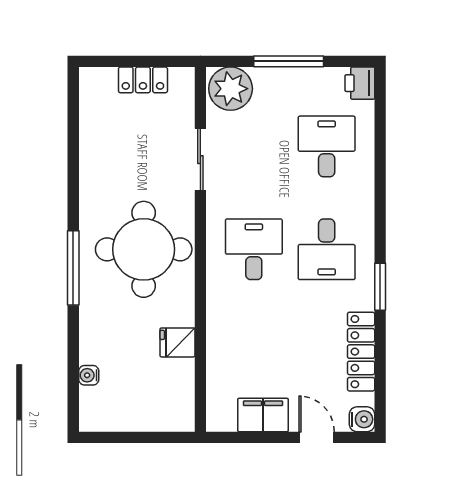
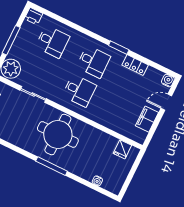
desk: (327, 146) -> (52, 42), turned 180
desk: (254, 249) -> (79, 91), turned 180
fridge: (177, 342) -> (122, 149), moved
locker: (361, 352) -> (135, 65), width x0.66

